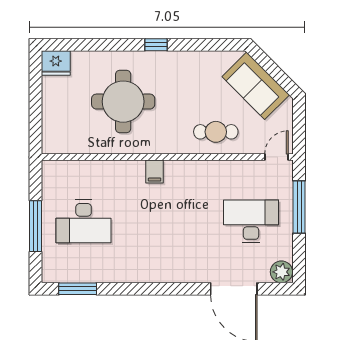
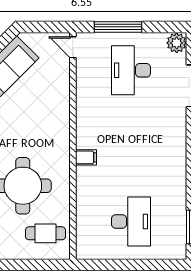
cafe table: (216, 132) -> (46, 233), moved, turned 90
window: (36, 226) -> (135, 265), removed

